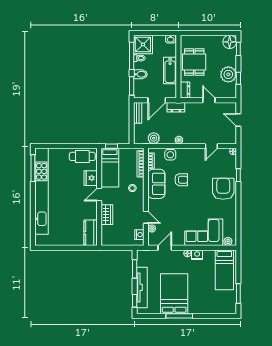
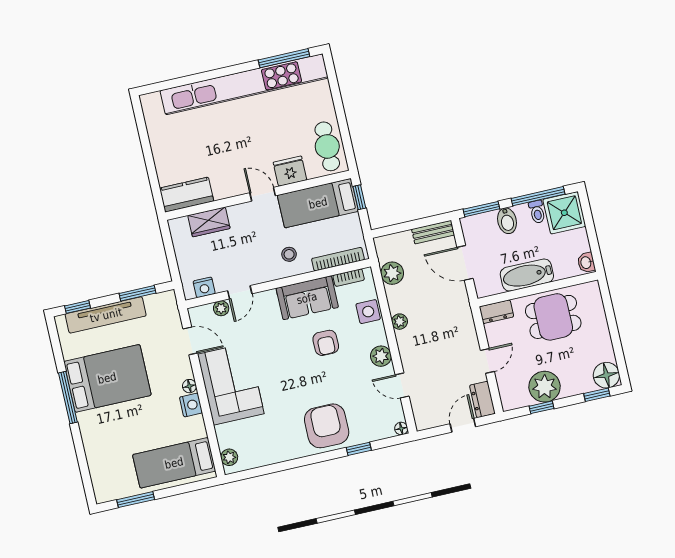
dresser: (176, 107) -> (482, 399), moved
plant: (194, 153) -> (381, 356), added
armchair: (223, 189) -> (327, 426), turned -90
wardrobe: (107, 215) -> (209, 222), moved
corner sofa: (204, 232) -> (231, 384), moved

